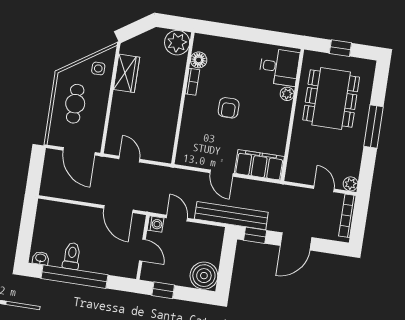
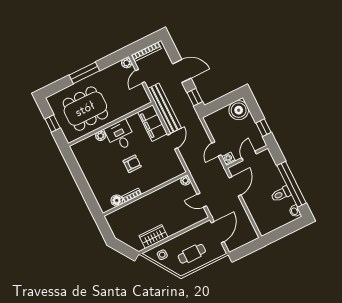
plant: (177, 43) -> (185, 181), moved, width x0.53, depth x0.53
desk: (279, 67) -> (120, 135), moved
door: (129, 159) -> (202, 200), hinge flipped
bench: (231, 216) -> (164, 108), moved

